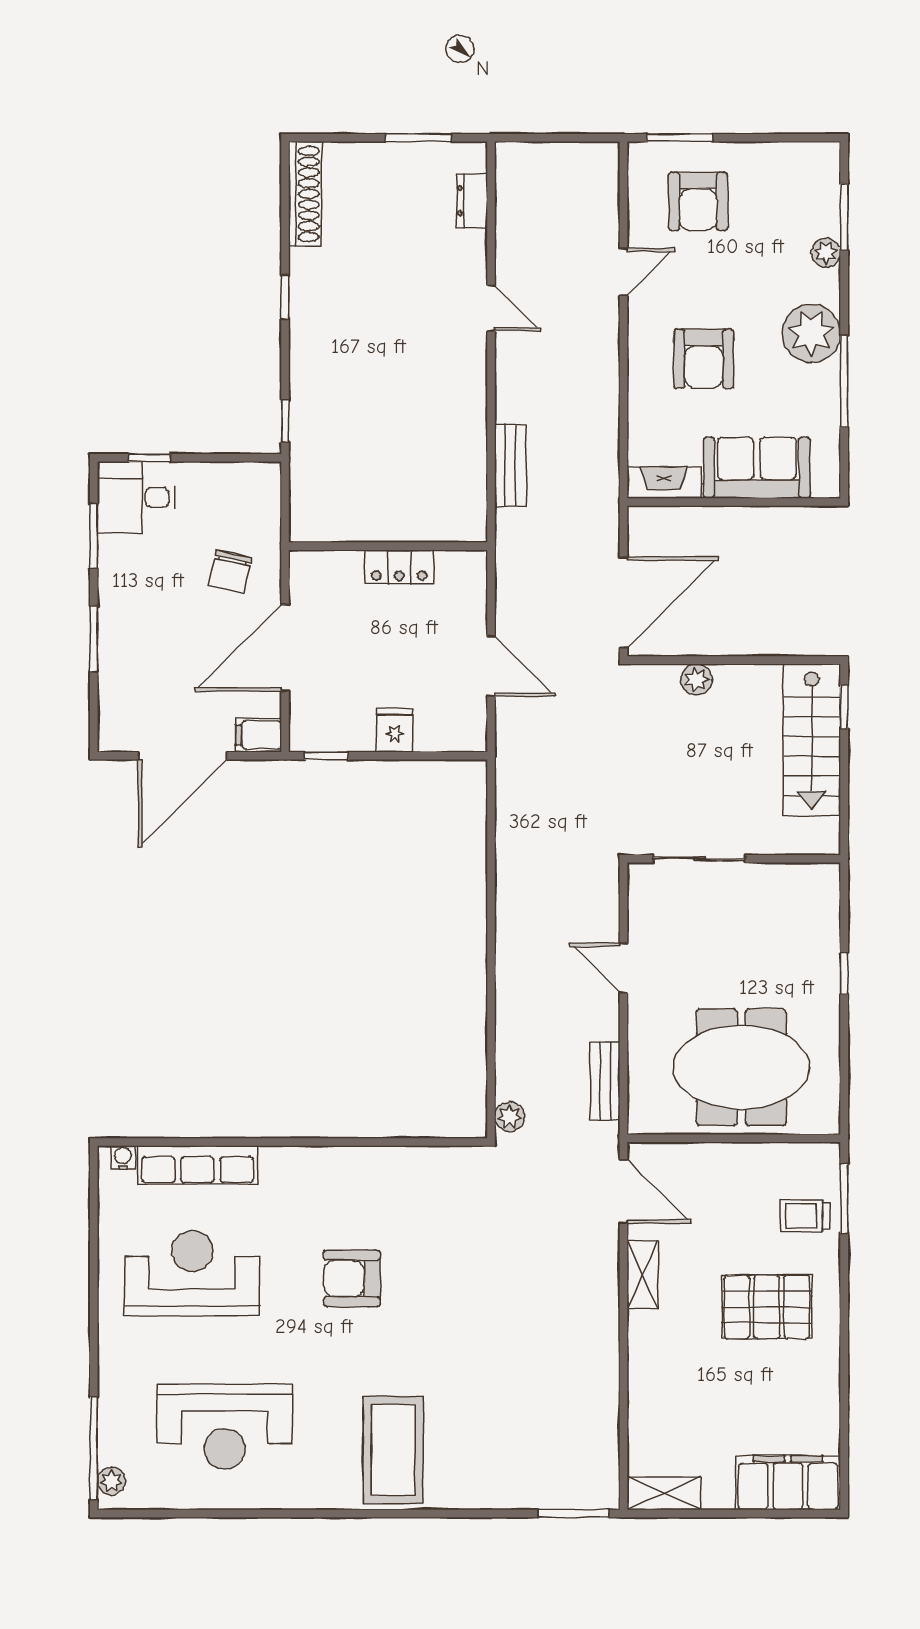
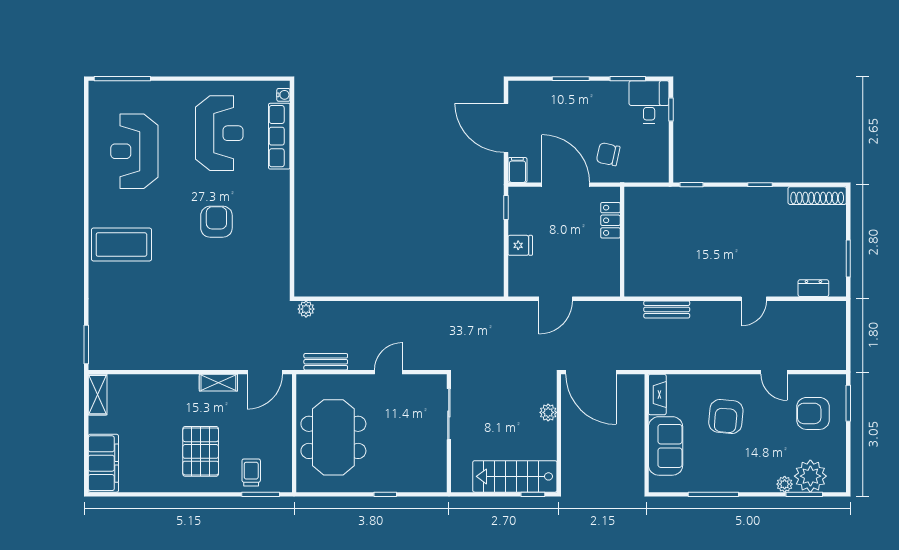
plant: (811, 333) -> (810, 476), moved
armchair: (704, 359) -> (726, 417), turned -85
locker: (399, 567) -> (610, 220), moved
plant: (111, 1481) -> (104, 88), removed

